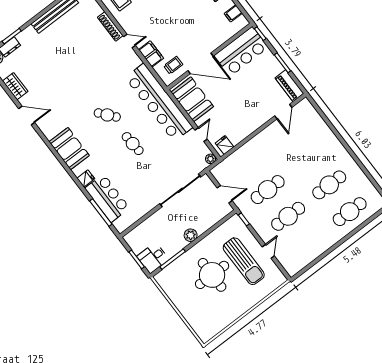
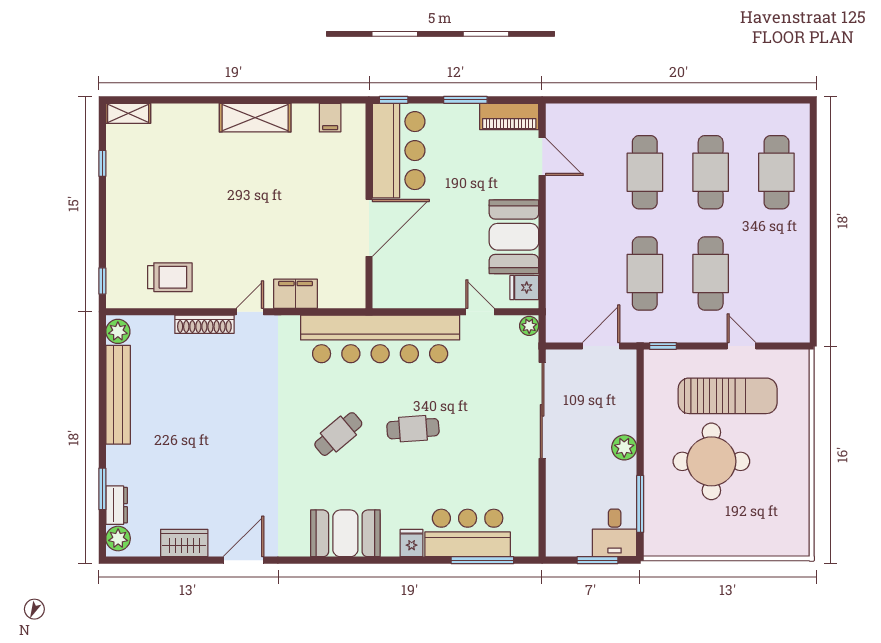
trolley: (173, 65) -> (339, 272), removed
booth: (192, 99) -> (514, 237), moved, turned 90
cafe table: (309, 158) -> (645, 172), added

